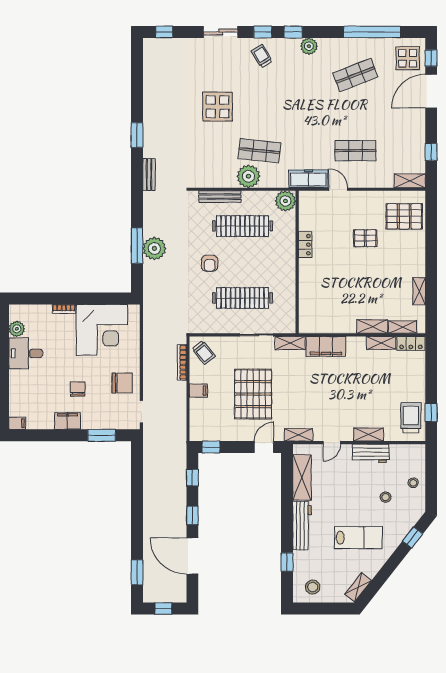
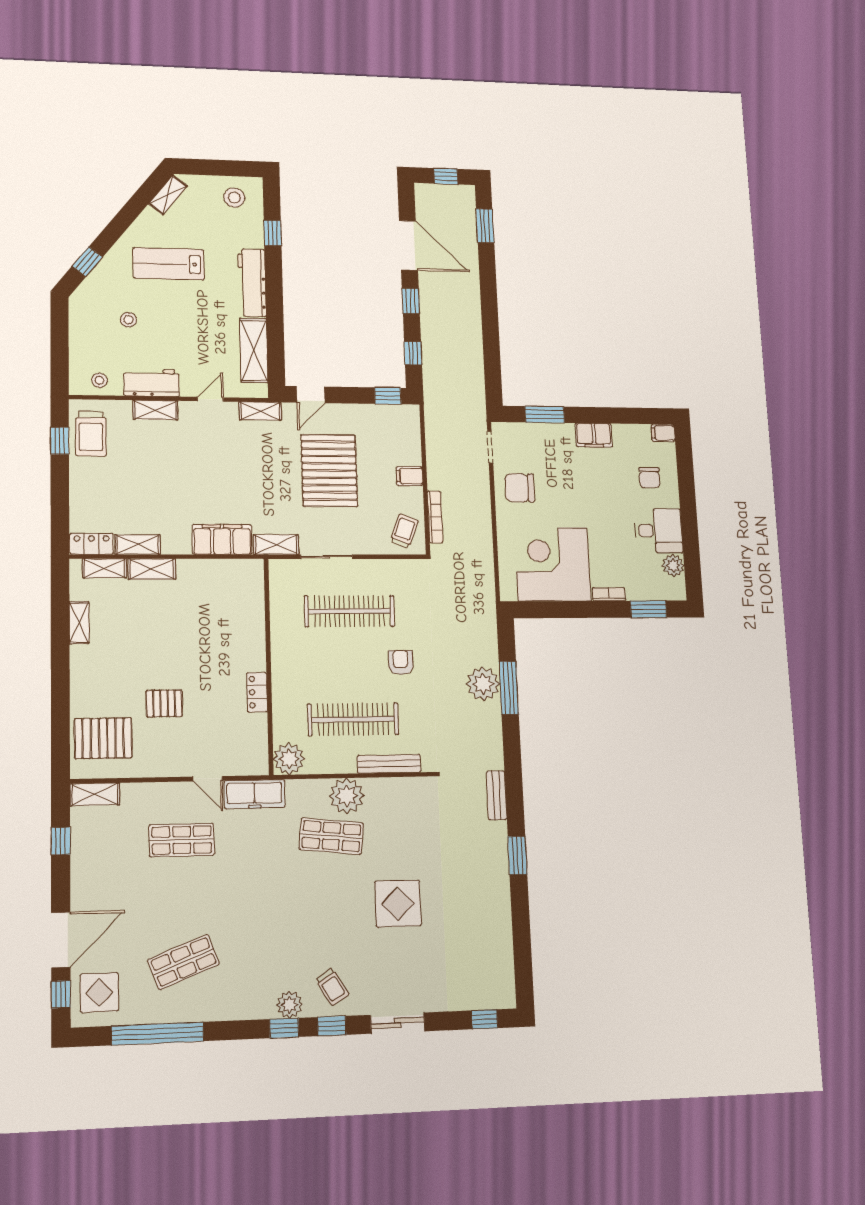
plant: (309, 46) -> (290, 1005), moved
window: (36, 298) -> (649, 609), added
trolley: (204, 352) -> (404, 531), turned 60
chair: (78, 389) -> (649, 478), moved
stool: (413, 483) -> (99, 380), moved

